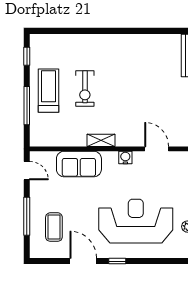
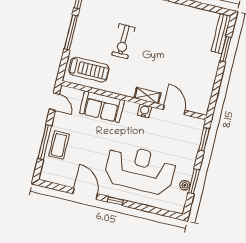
treadmill: (49, 91) -> (89, 70), moved, turned 90
window: (27, 106) -> (71, 32), moved
shelving: (101, 140) -> (147, 96), moved
coffee table: (54, 227) -> (59, 145), moved

